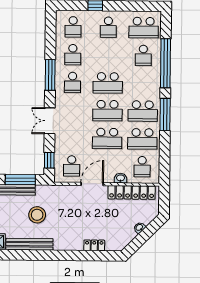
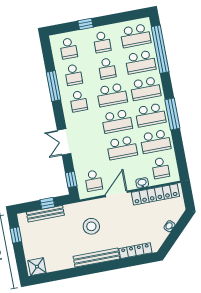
school desk: (108, 55) -> (107, 68), added
school desk: (143, 55) -> (140, 62), width x1.85
window: (166, 63) -> (160, 49), moved
window: (50, 75) -> (54, 86), moved
school desk: (143, 83) -> (145, 89), added
window: (20, 180) -> (47, 203), width x0.46
stool: (37, 215) -> (91, 226), moved
bench: (29, 244) -> (96, 258), moved
locker: (94, 245) -> (135, 251), width x1.53

